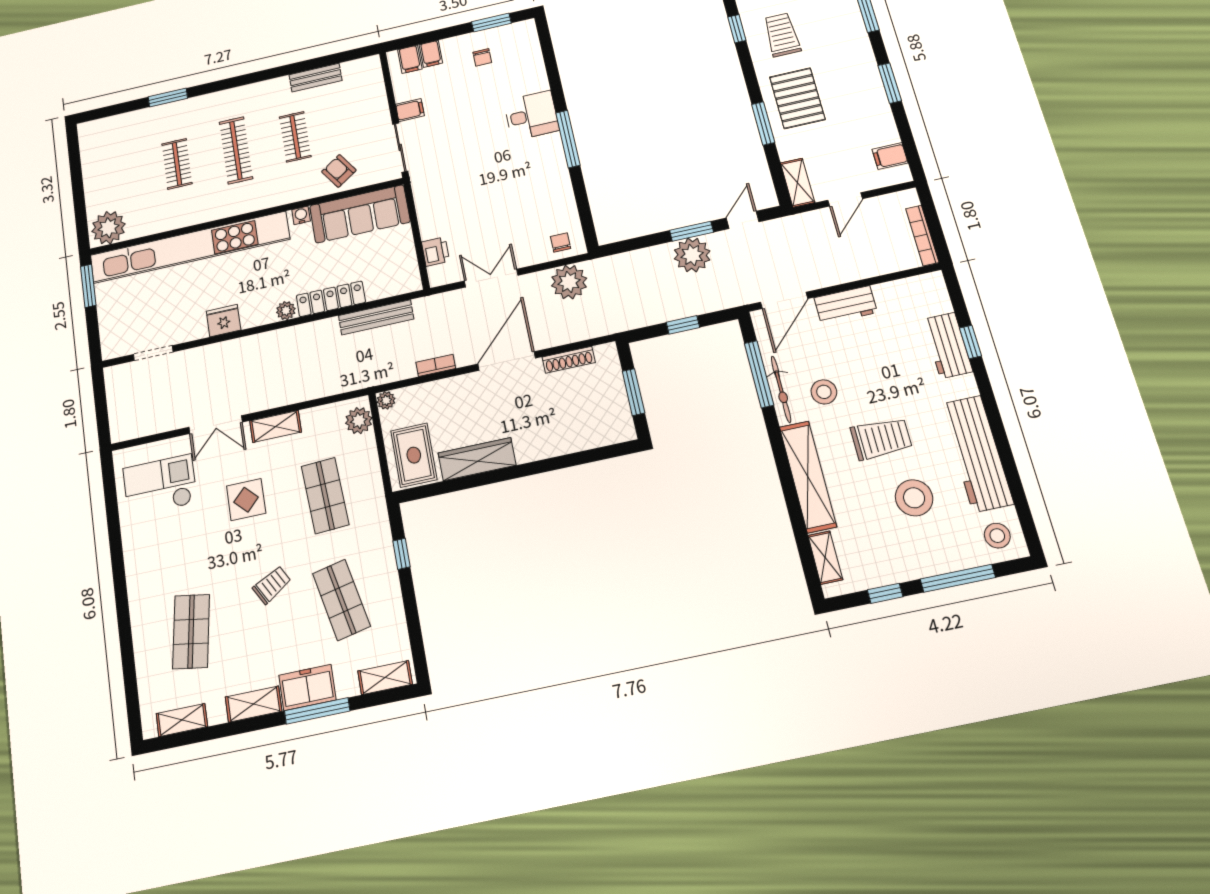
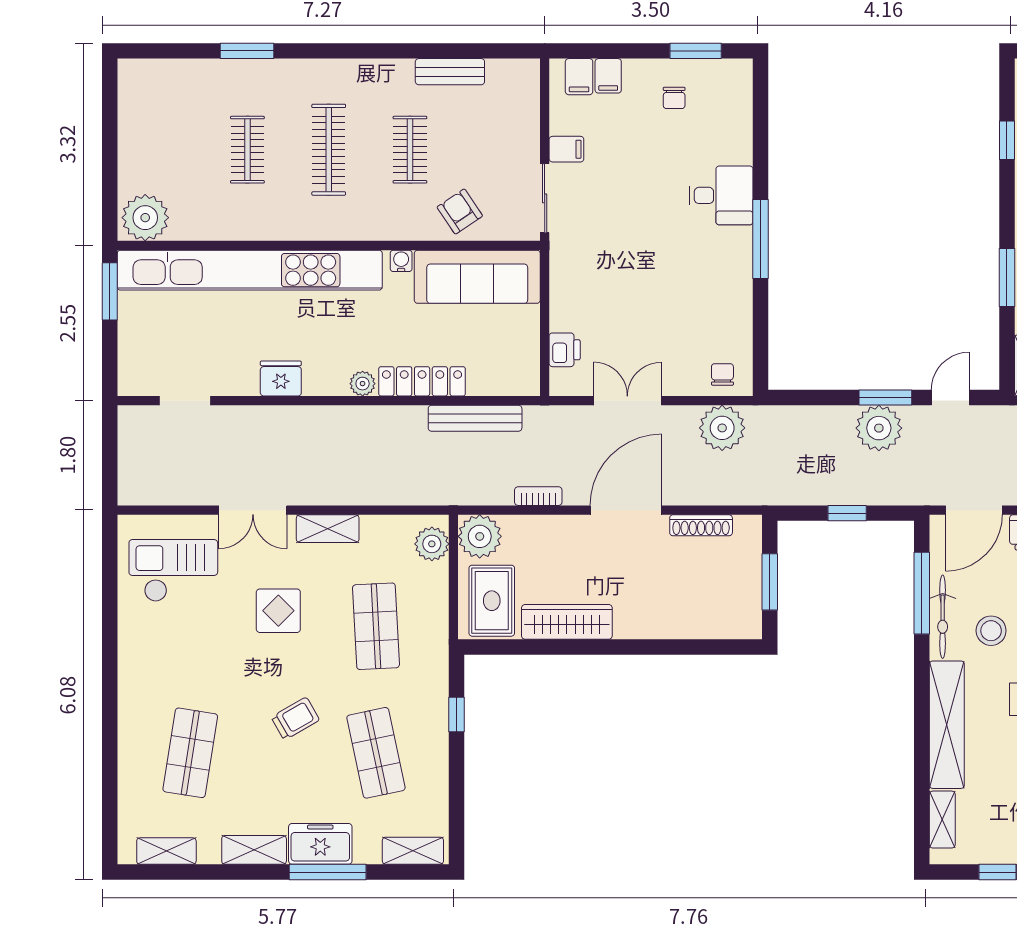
plant: (386, 400) -> (480, 536), width x1.88, depth x1.88

